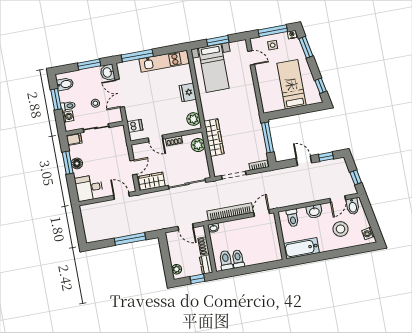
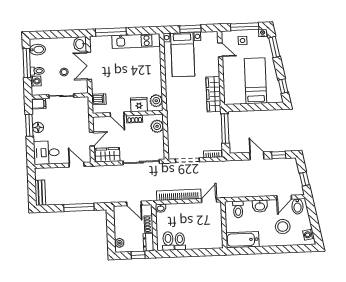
window: (89, 64) -> (63, 34), removed
fridge: (188, 92) -> (139, 105), moved, turned 90
window: (56, 99) -> (27, 63), width x1.44
wardrobe: (214, 137) -> (213, 94), moved, turned 180
bench: (89, 230) -> (40, 193), added

